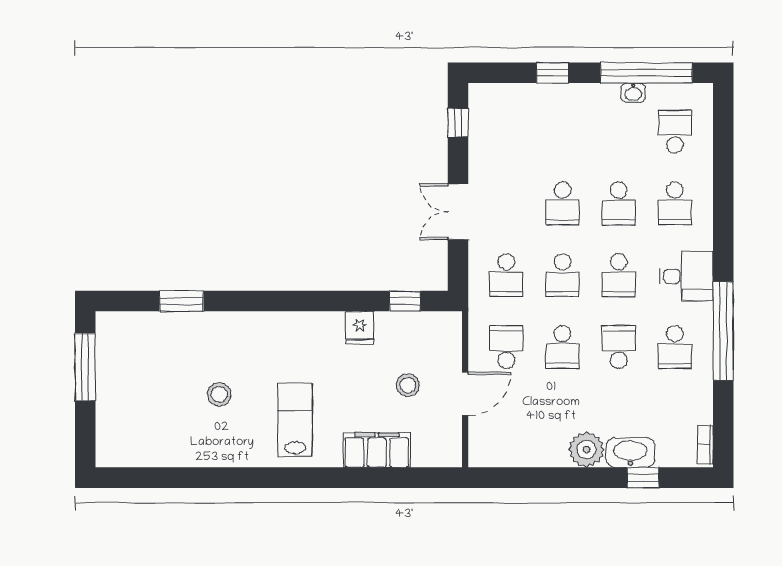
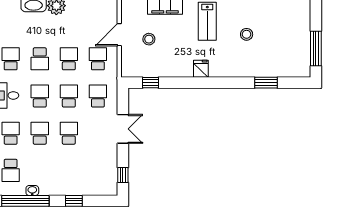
fridge: (360, 328) -> (201, 69), moved
school desk: (506, 347) -> (98, 59), turned 180

